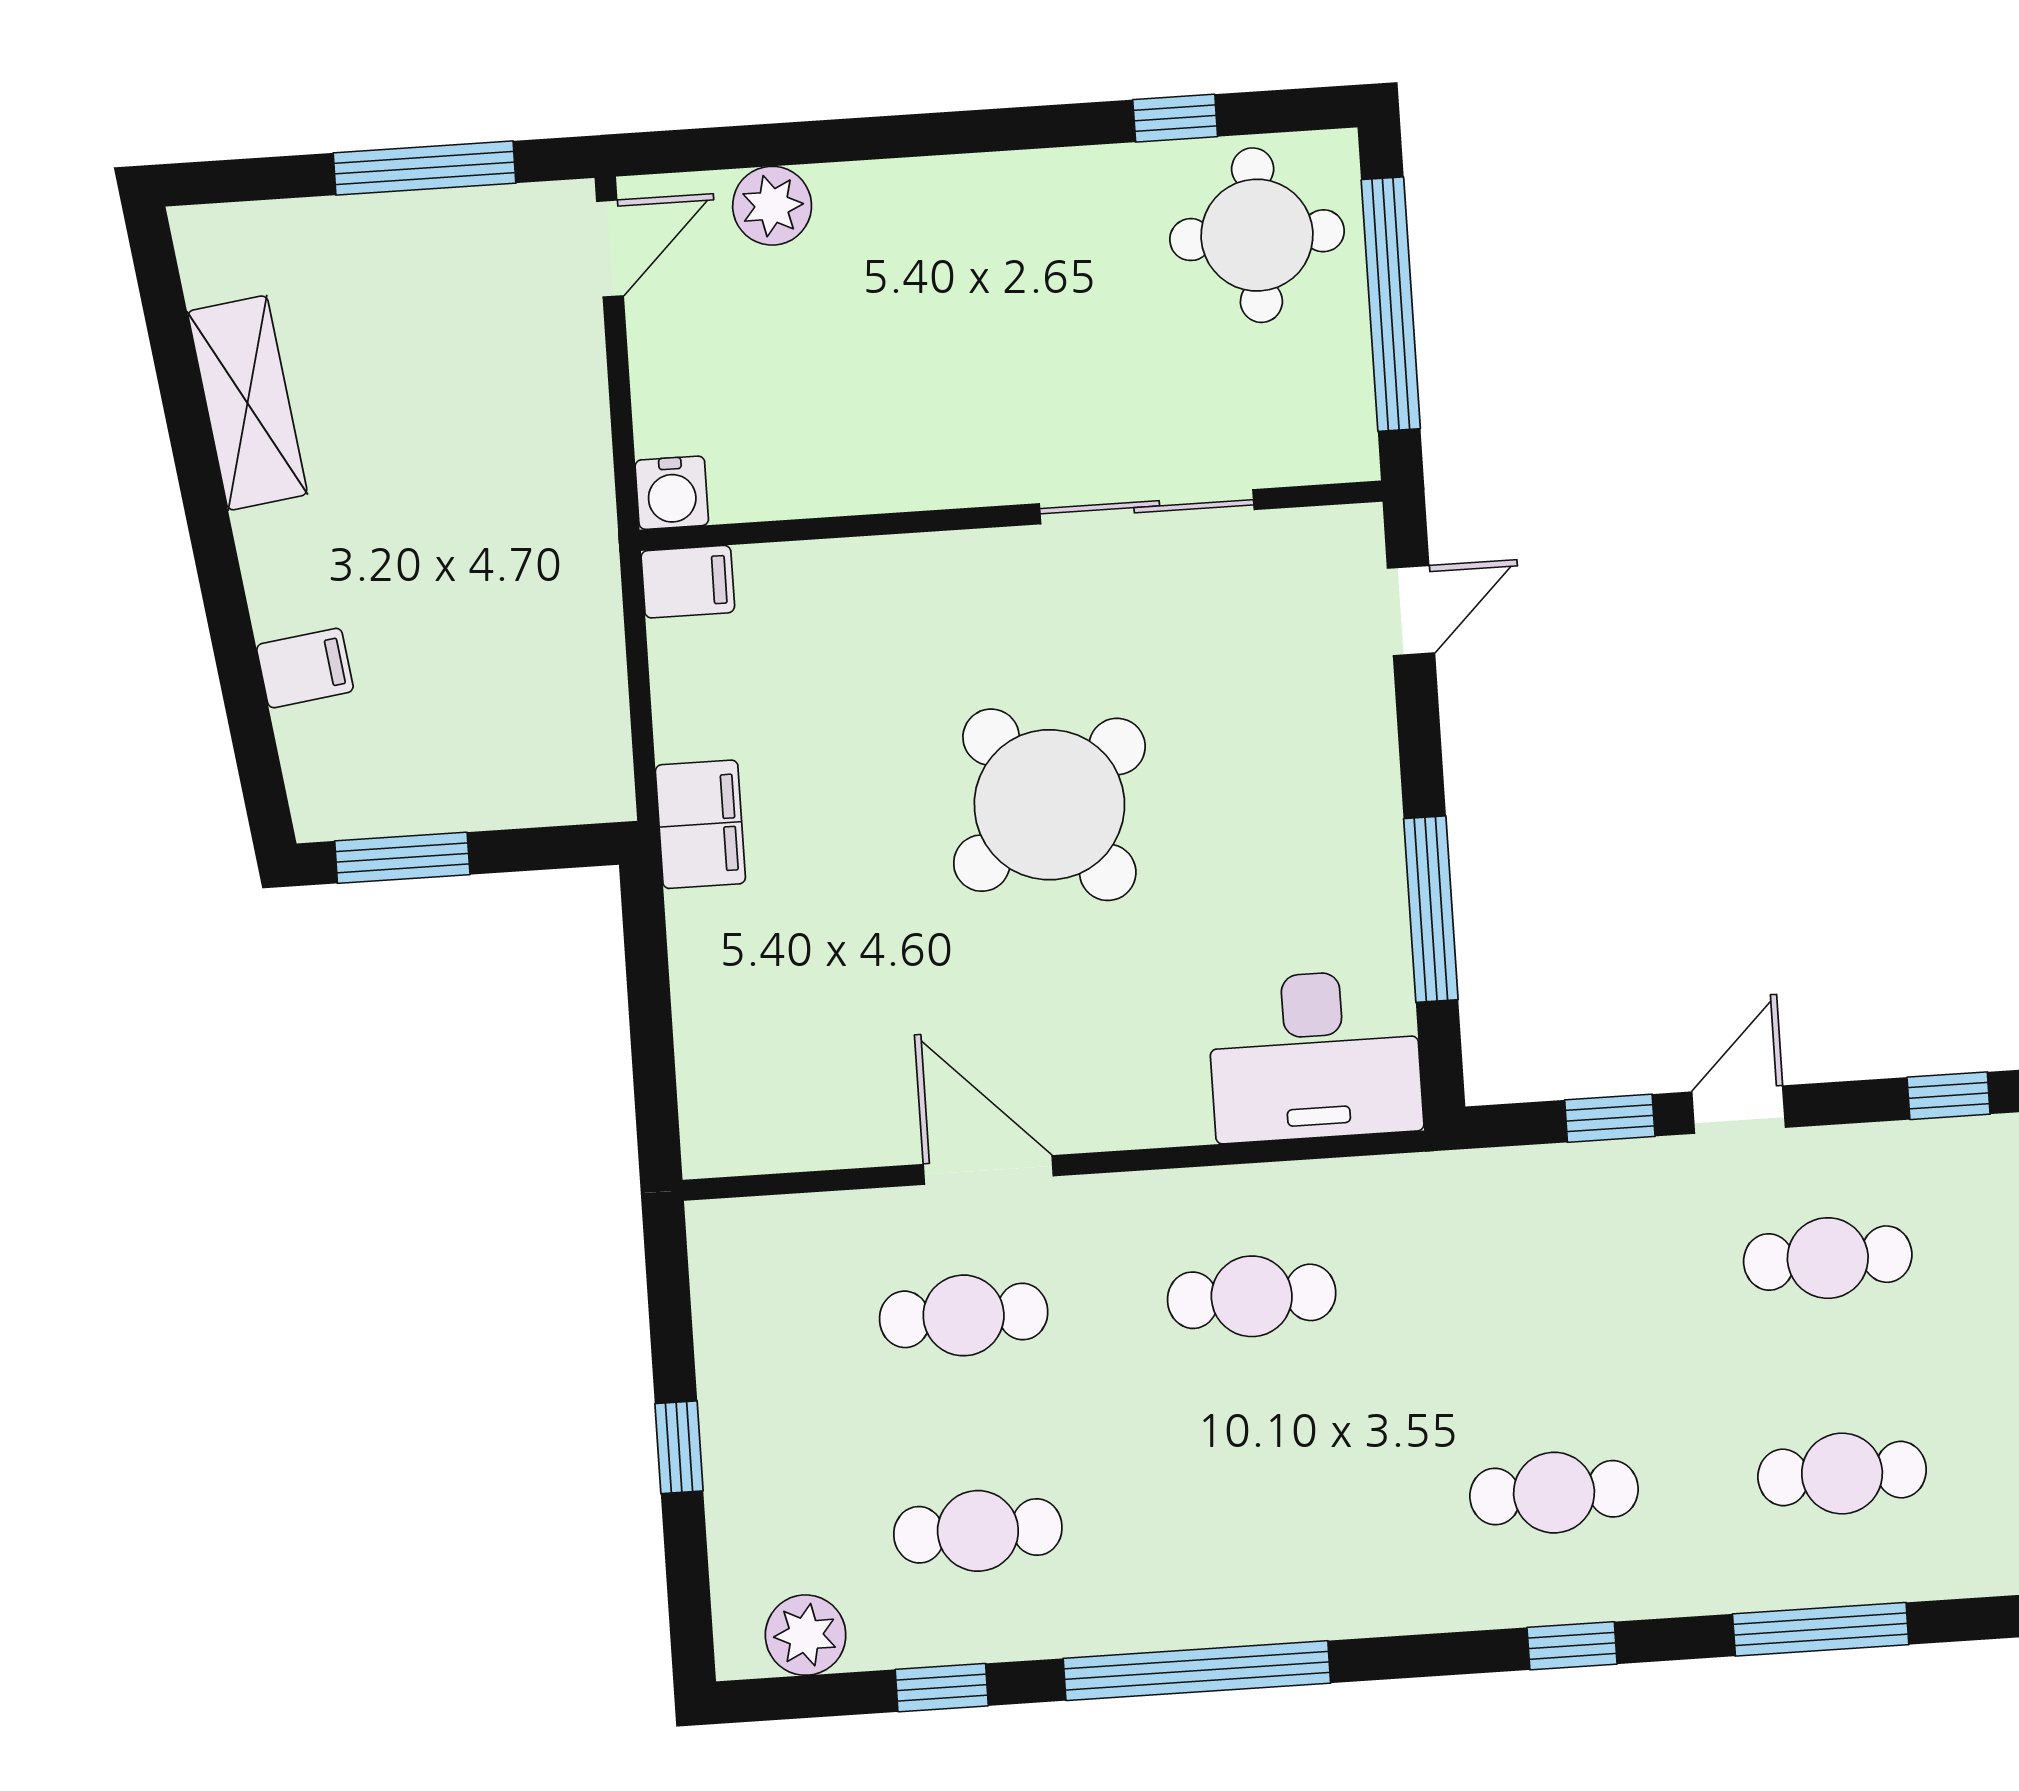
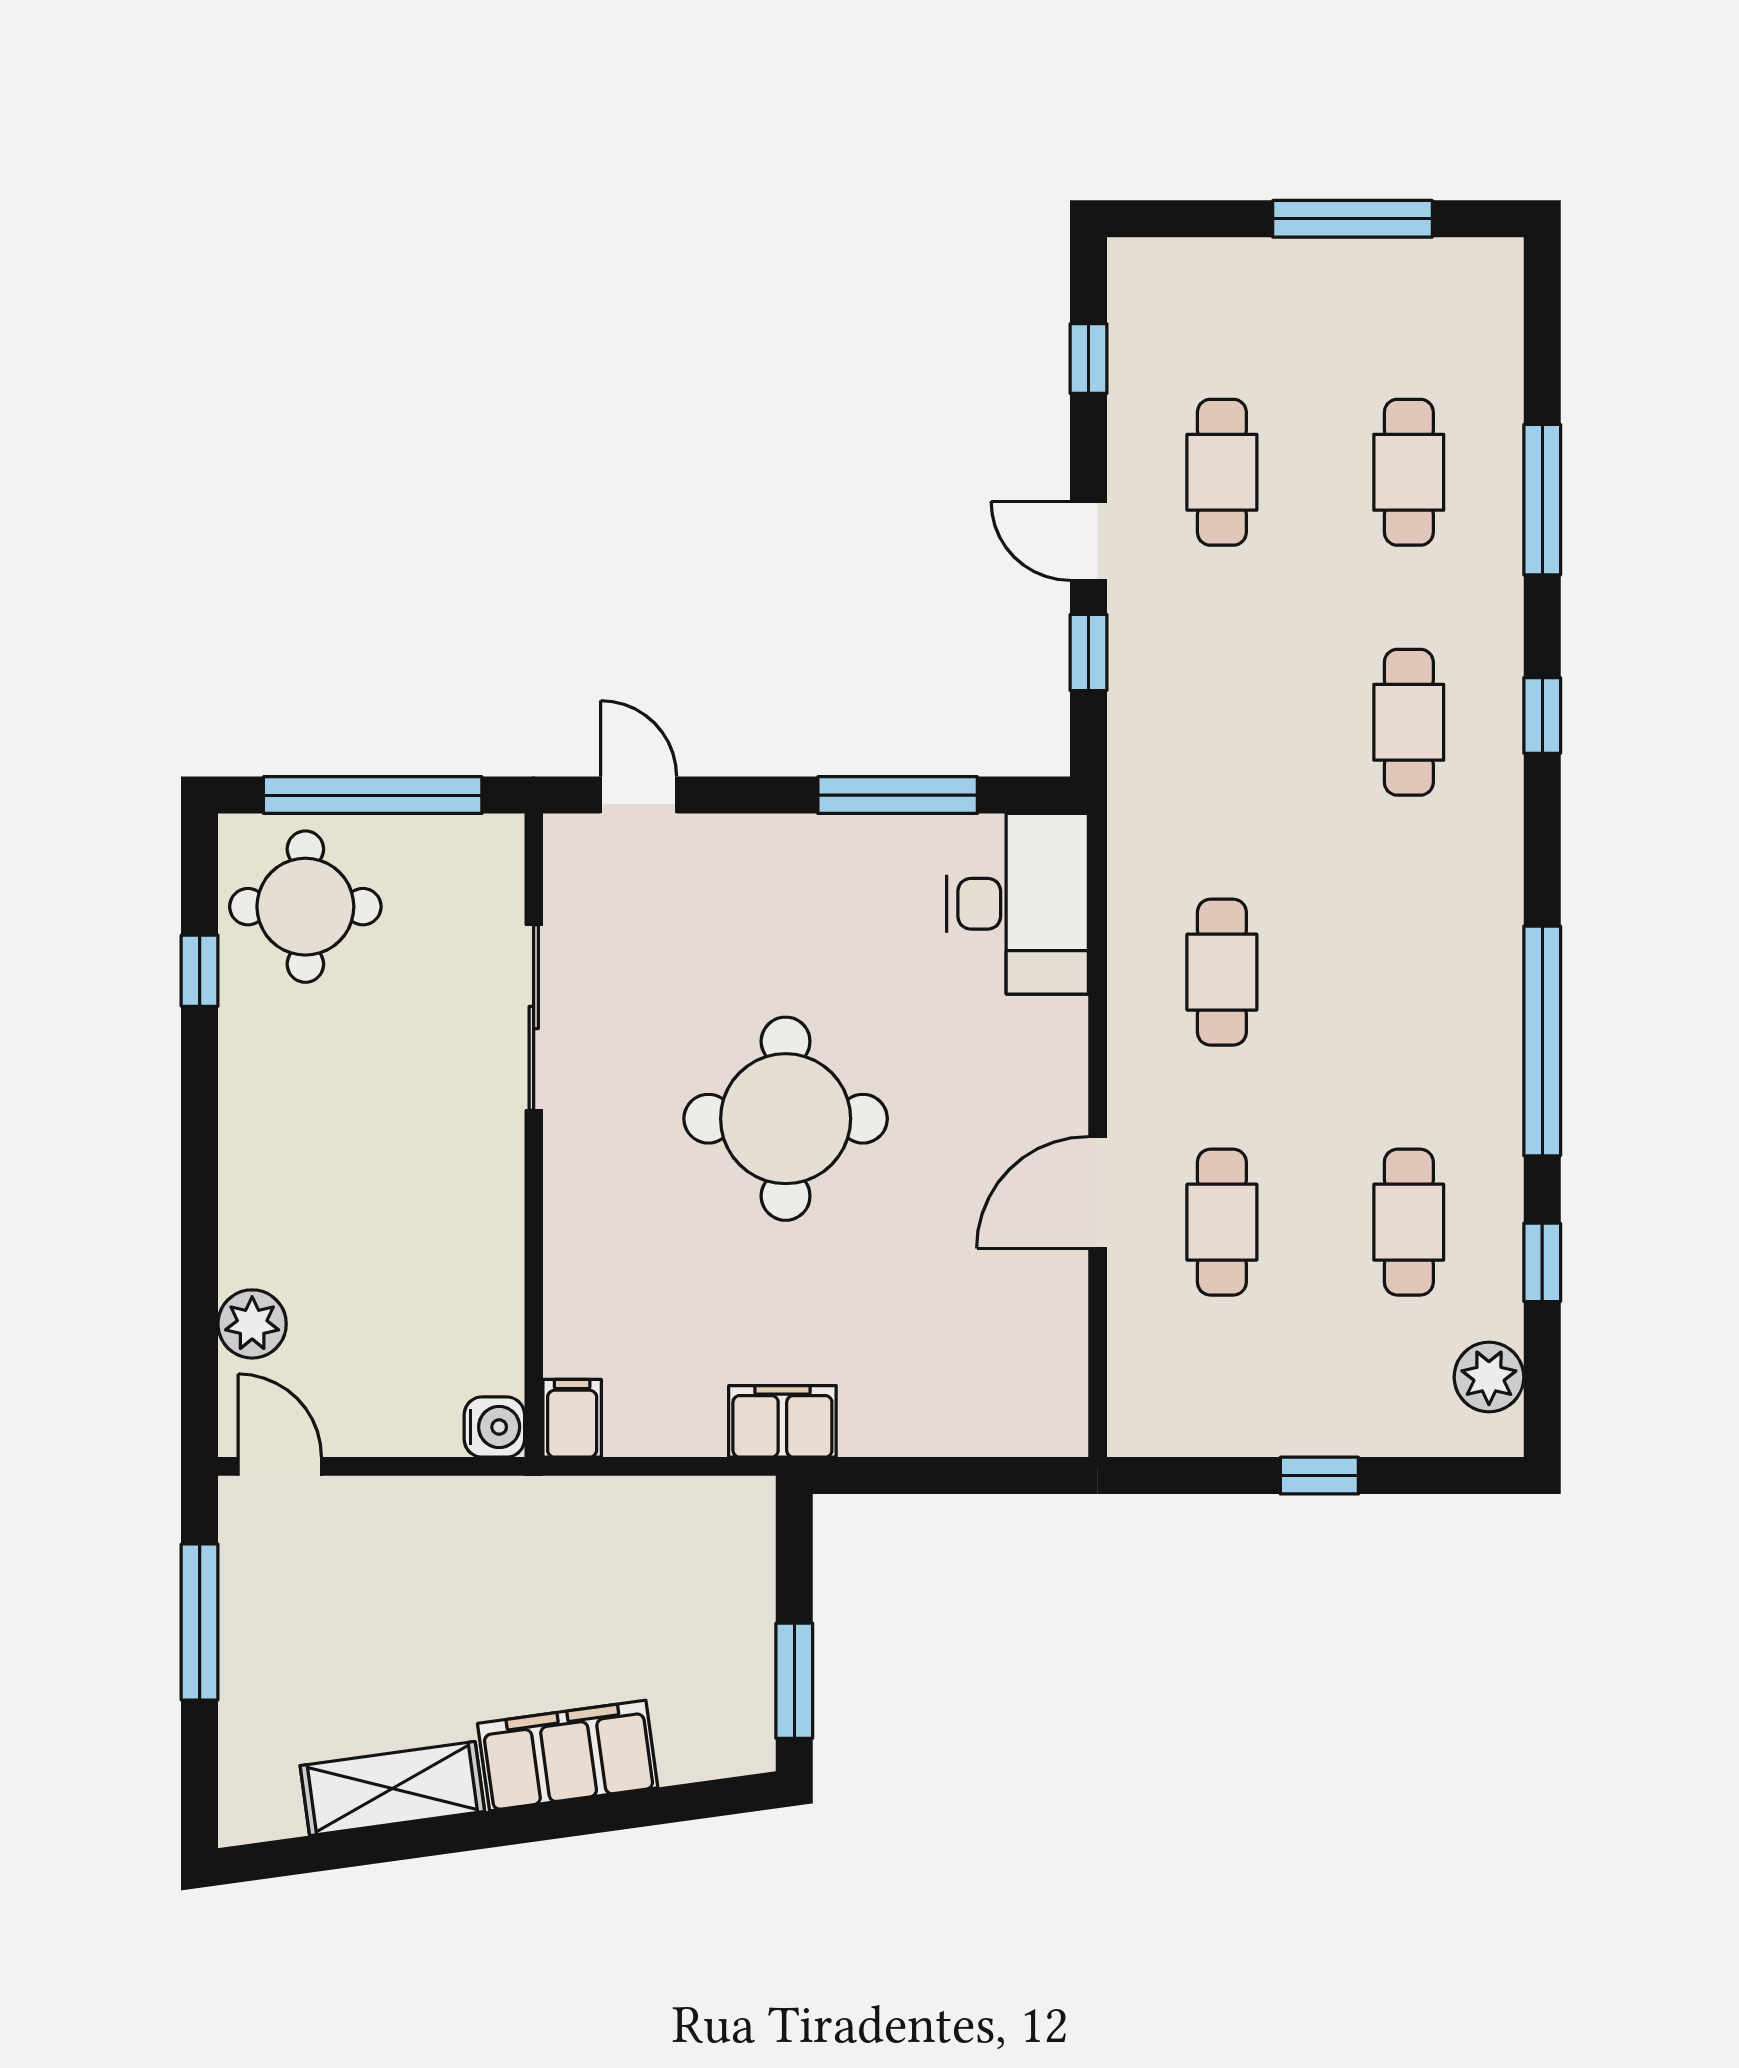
filing cabinet: (305, 668) -> (568, 1755), width x3.00, depth x1.17
round table: (1049, 805) -> (786, 1119), turned 37

